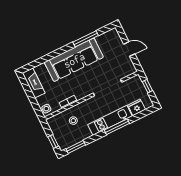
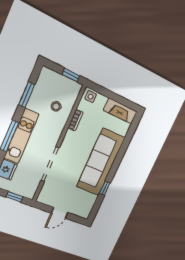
window: (86, 39) -> (105, 188), width x0.46
window: (53, 141) -> (71, 75), moved
window: (76, 147) -> (27, 95), moved

